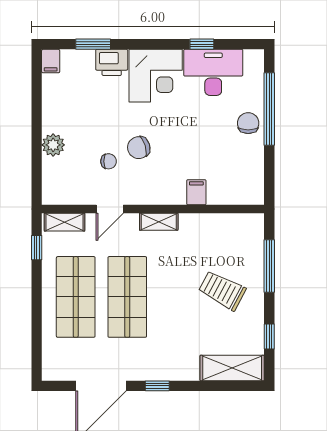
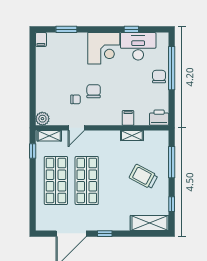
printer: (112, 62) -> (159, 118), moved, turned 180
plant: (53, 145) -> (42, 119), moved
chair: (139, 148) -> (94, 91), turned 107
shelving: (159, 222) -> (132, 135), moved

